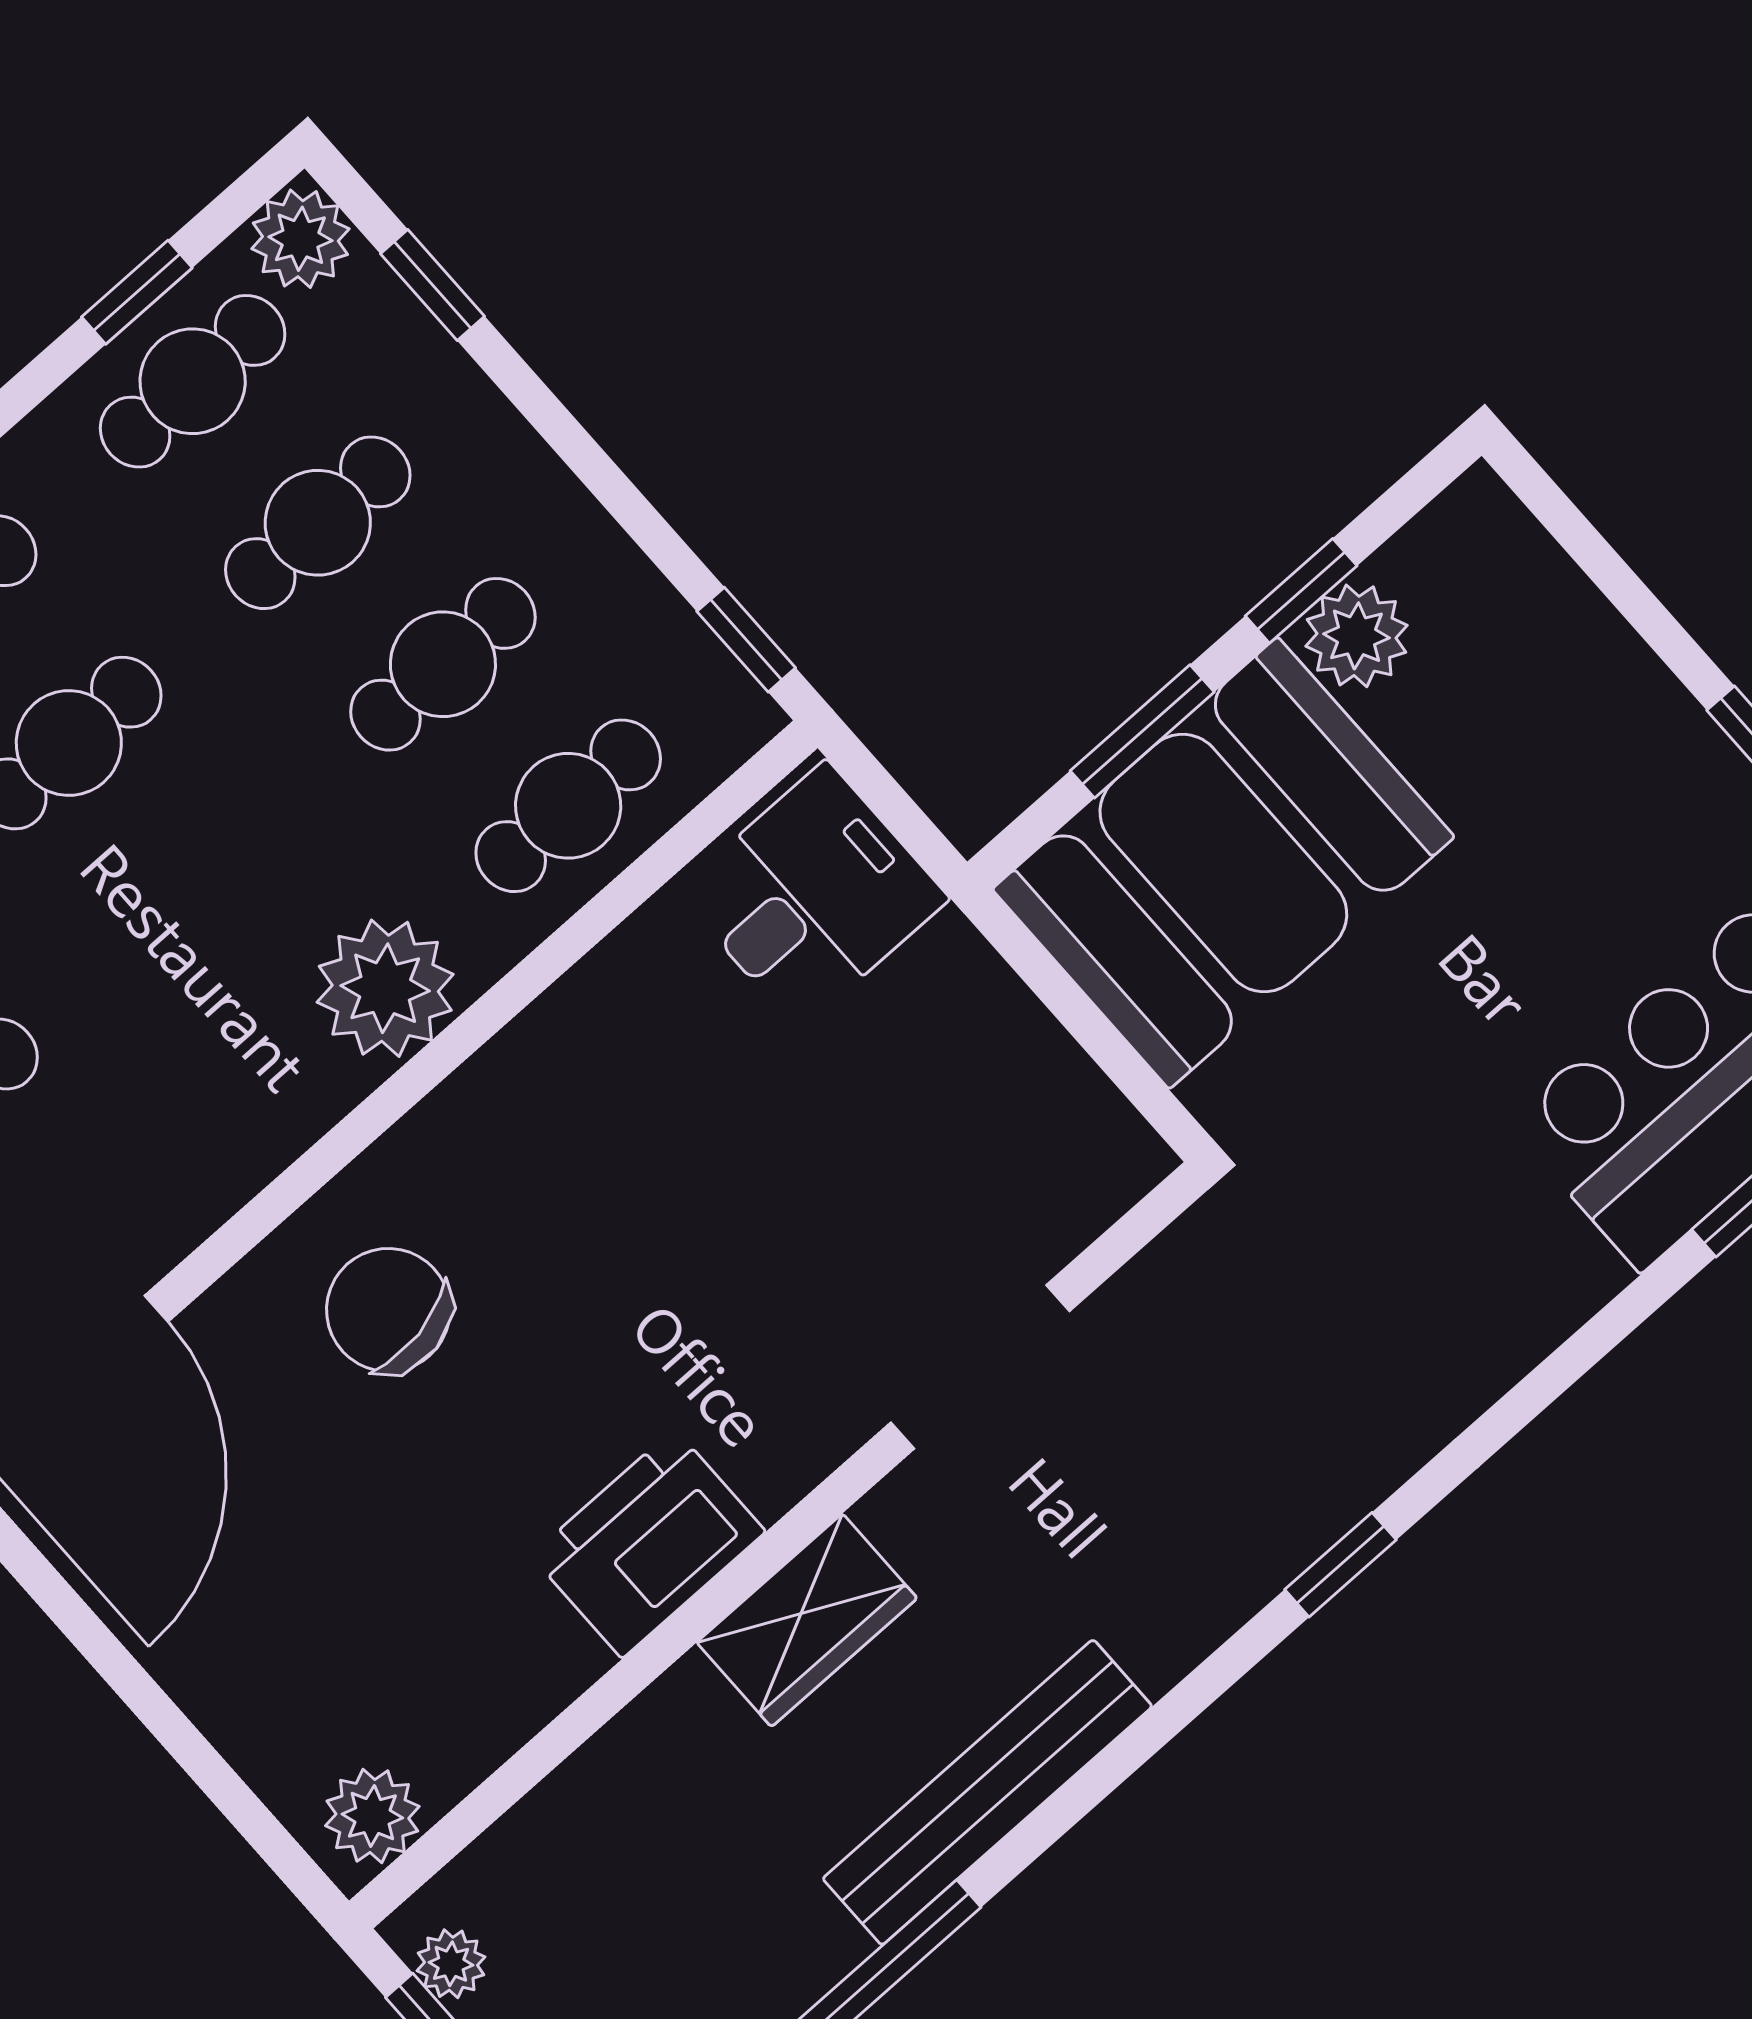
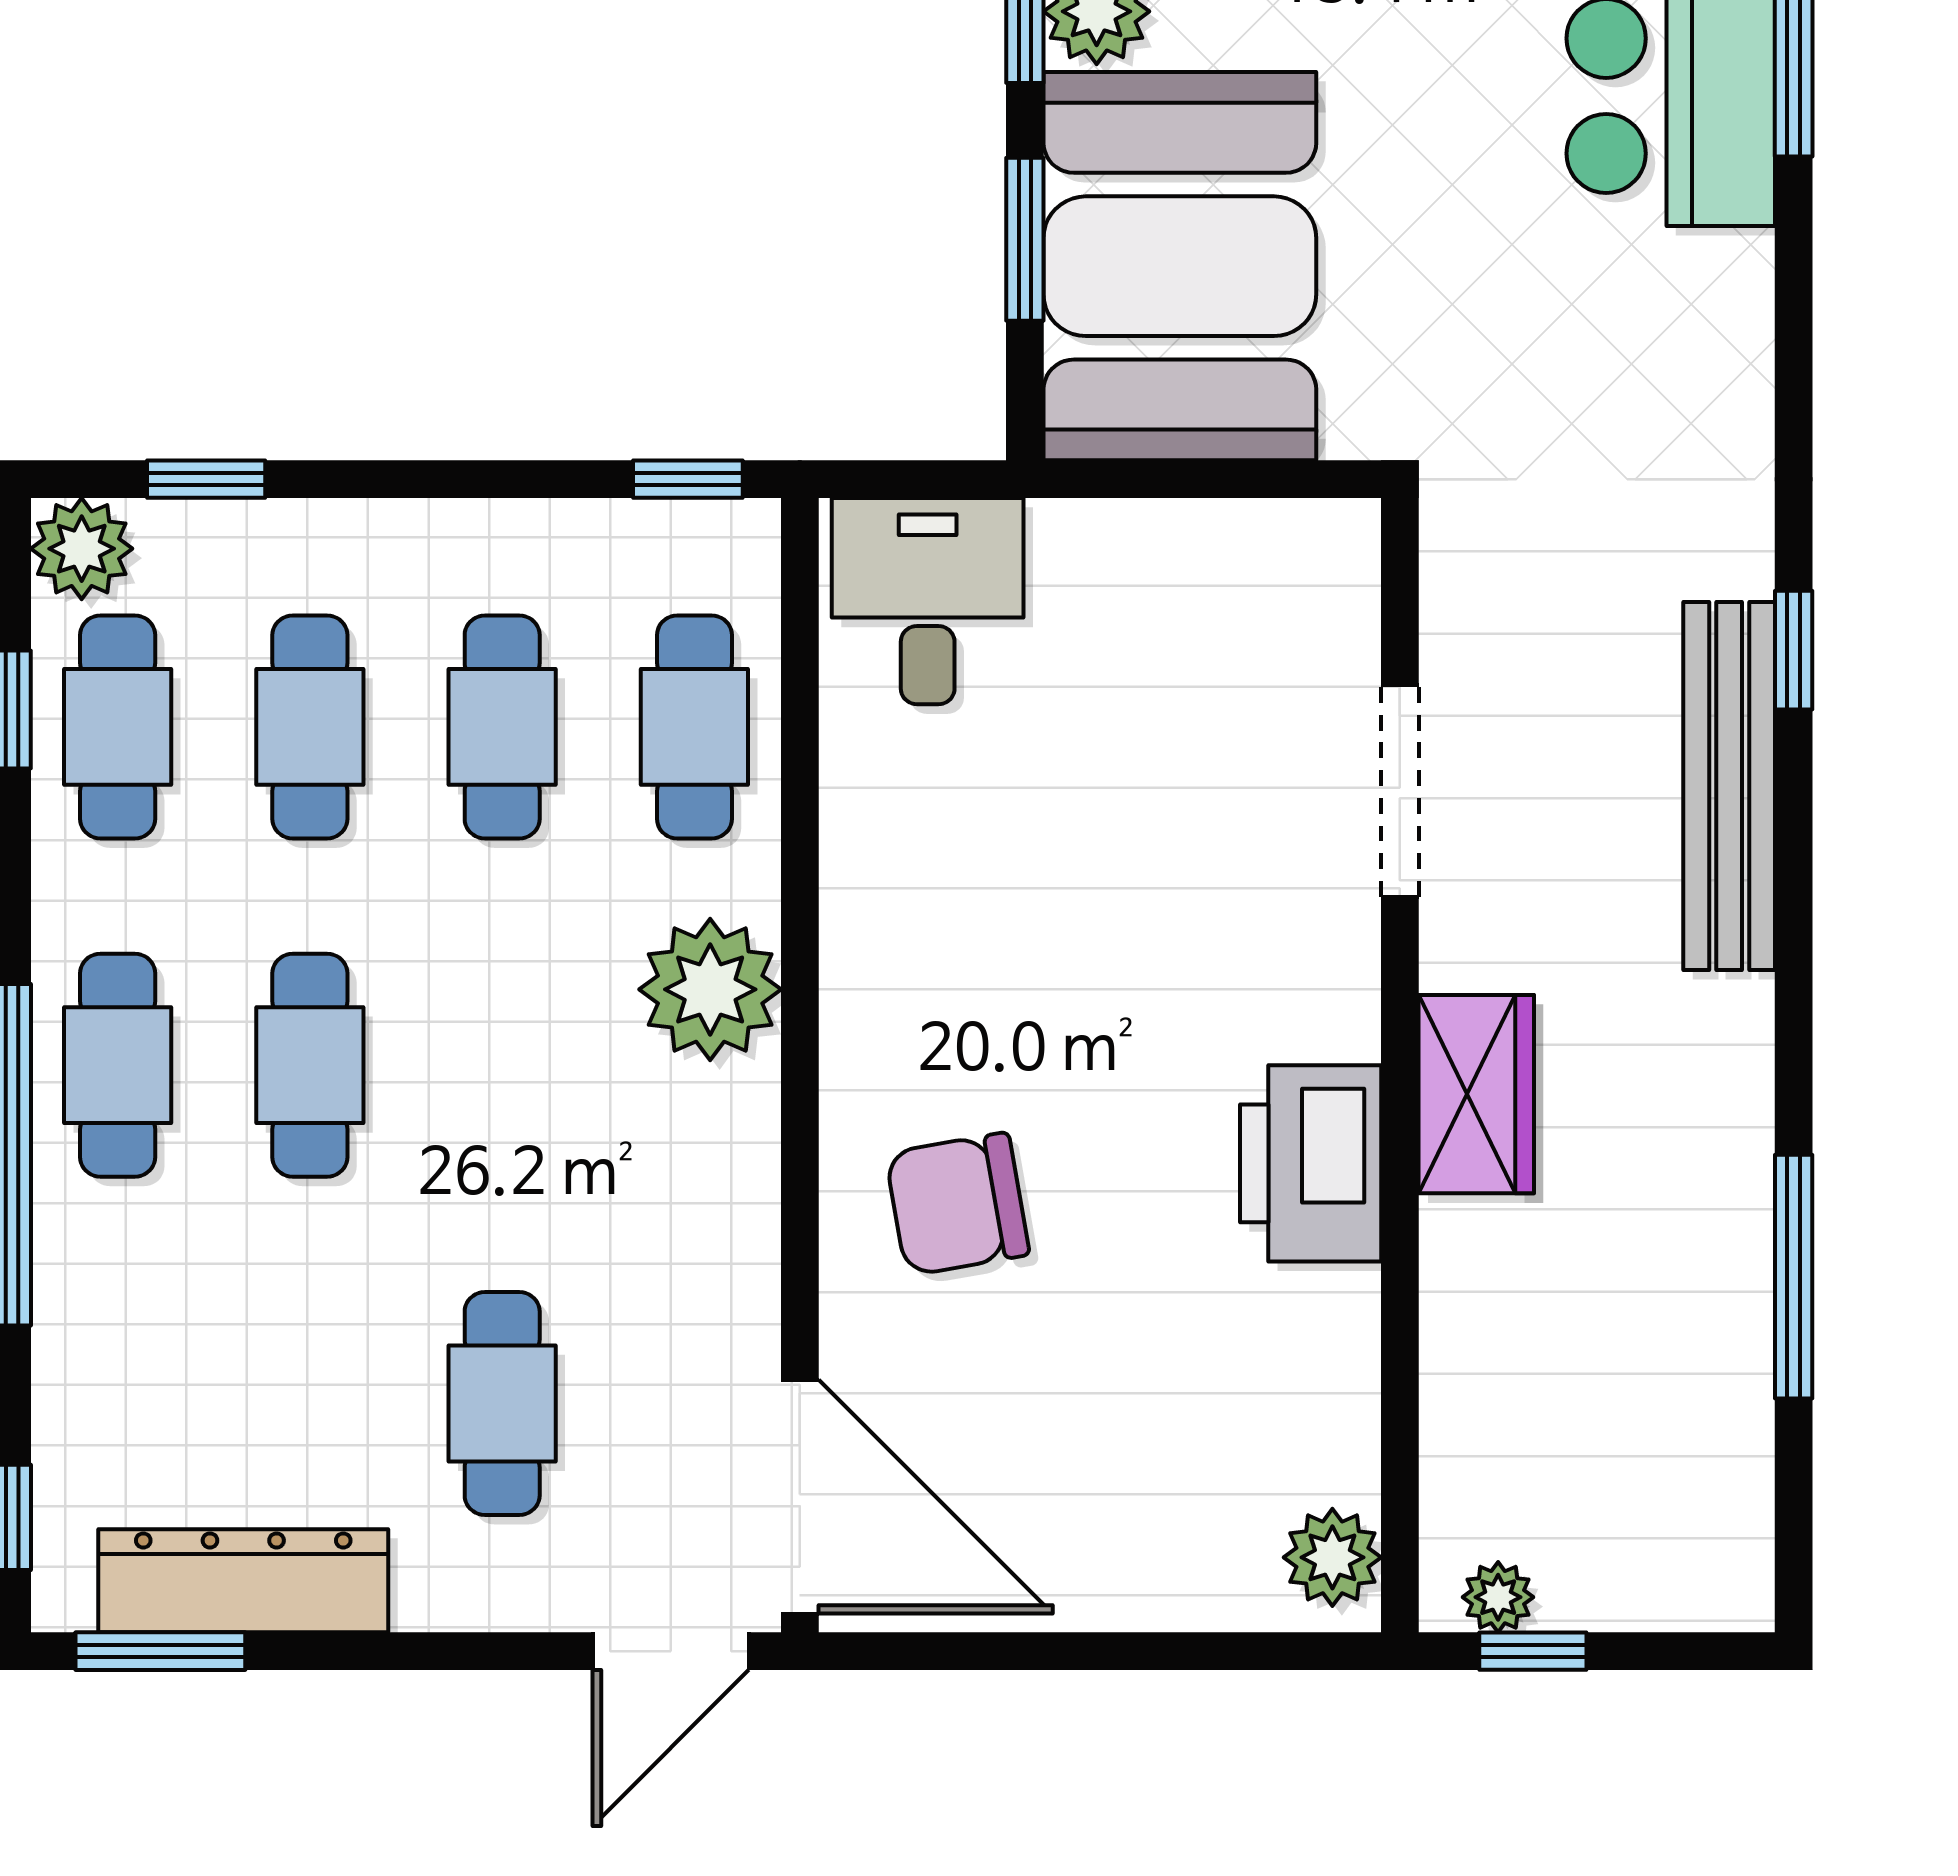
bench: (987, 1792) -> (1729, 786), moved

